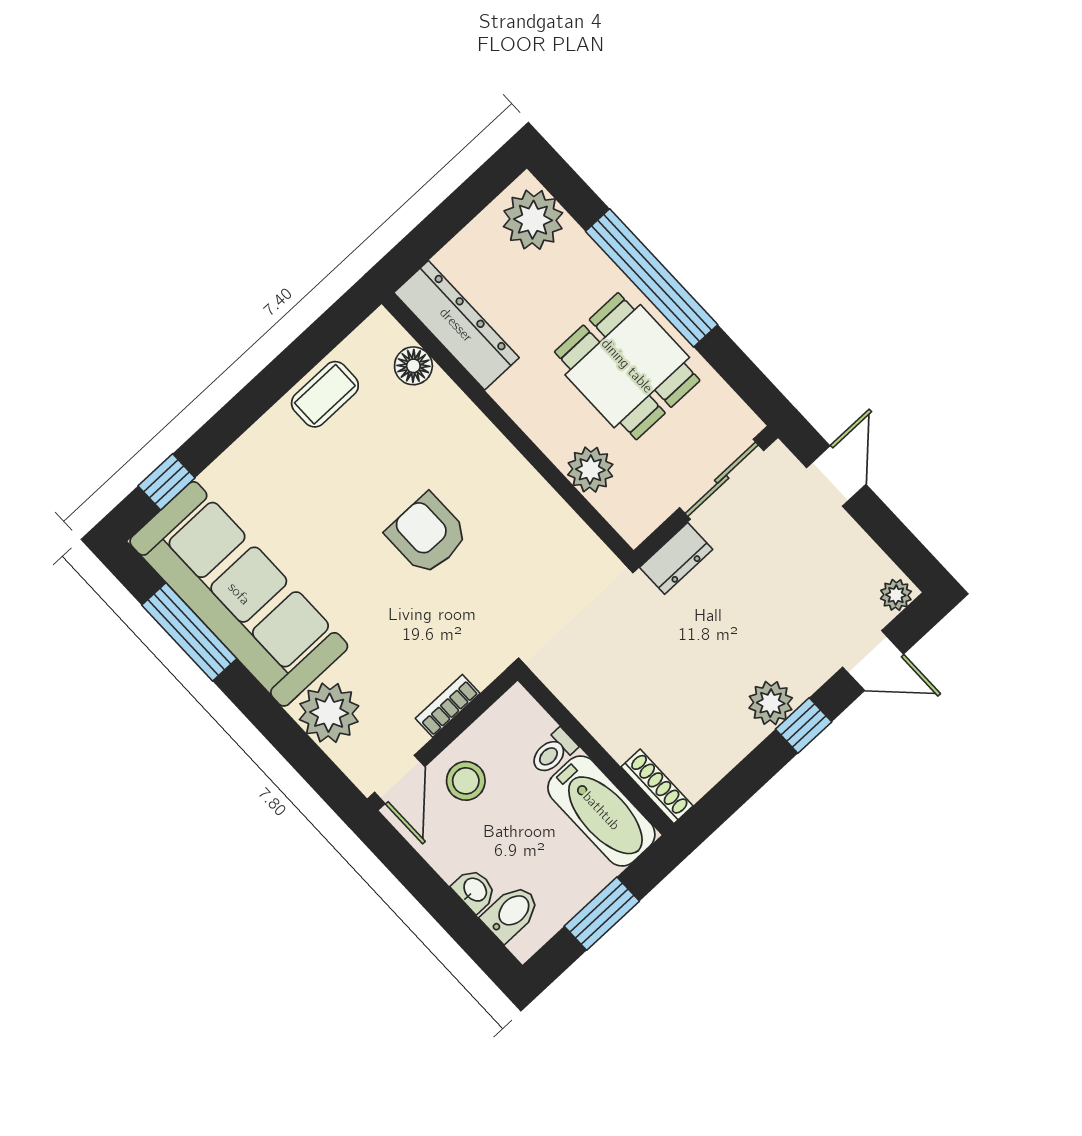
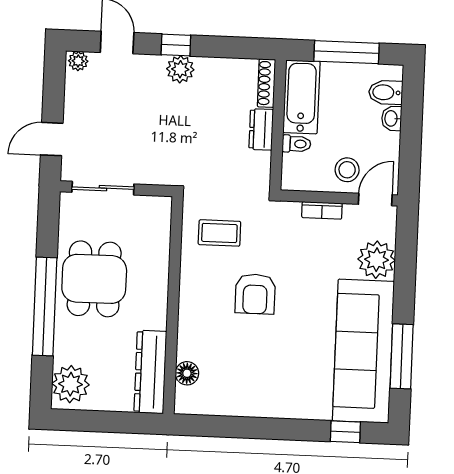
coffee table: (325, 394) -> (219, 233), moved
plant: (590, 470) -> (156, 250), removed
dresser: (676, 558) -> (261, 129), moved, turned -90
window: (602, 914) -> (346, 52), width x1.44

